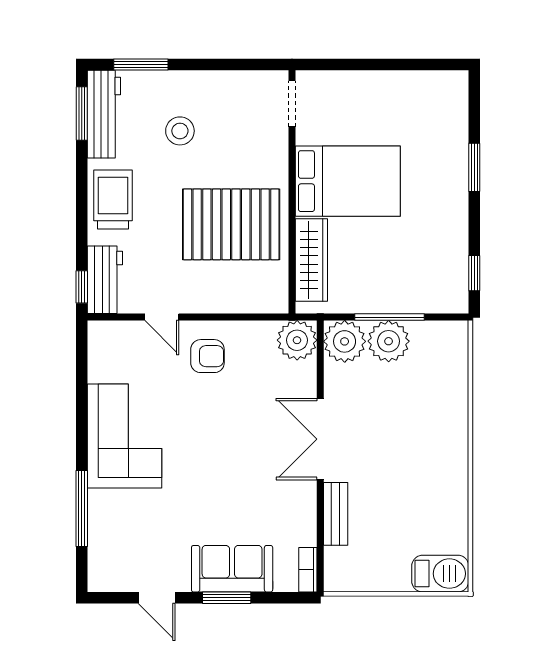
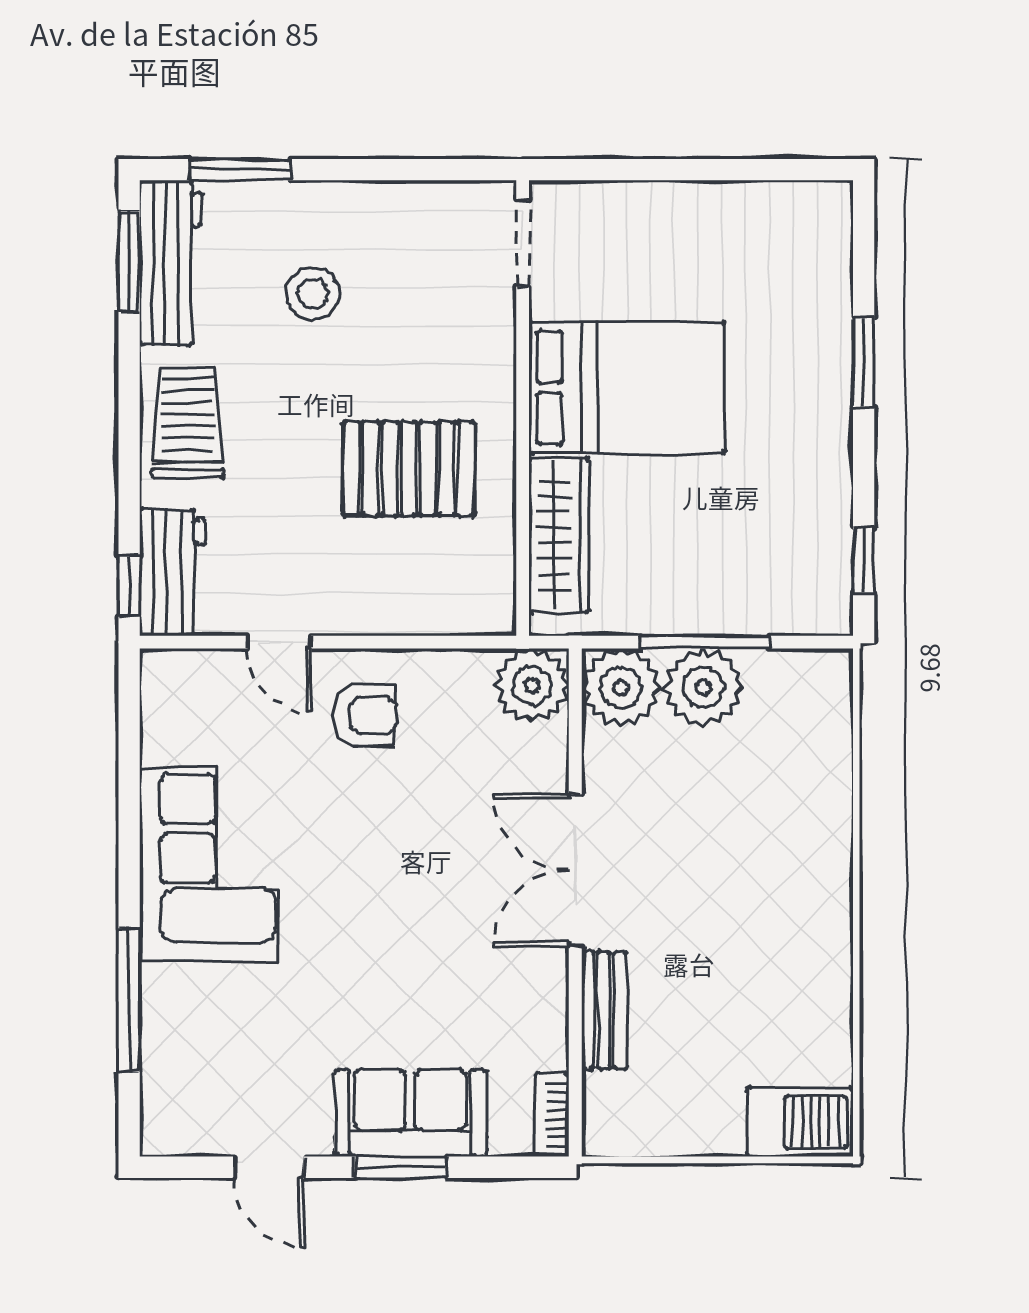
pallet: (231, 224) -> (409, 469), width x0.73, depth x0.71

